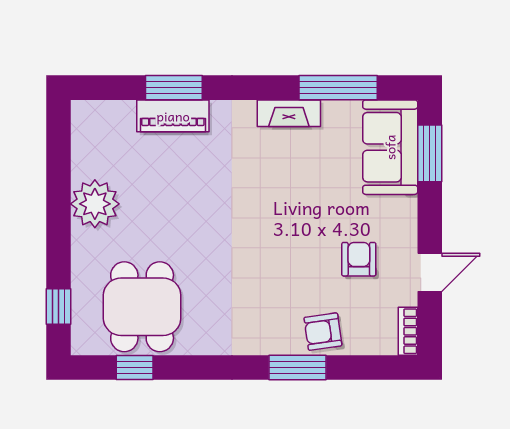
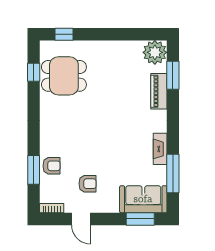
window: (174, 88) -> (173, 75), moved
plant: (95, 204) -> (155, 52), moved
armchair: (323, 332) -> (52, 166), turned 98
window: (298, 368) -> (34, 170), moved

